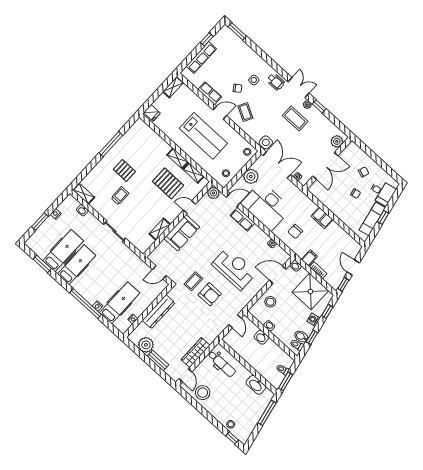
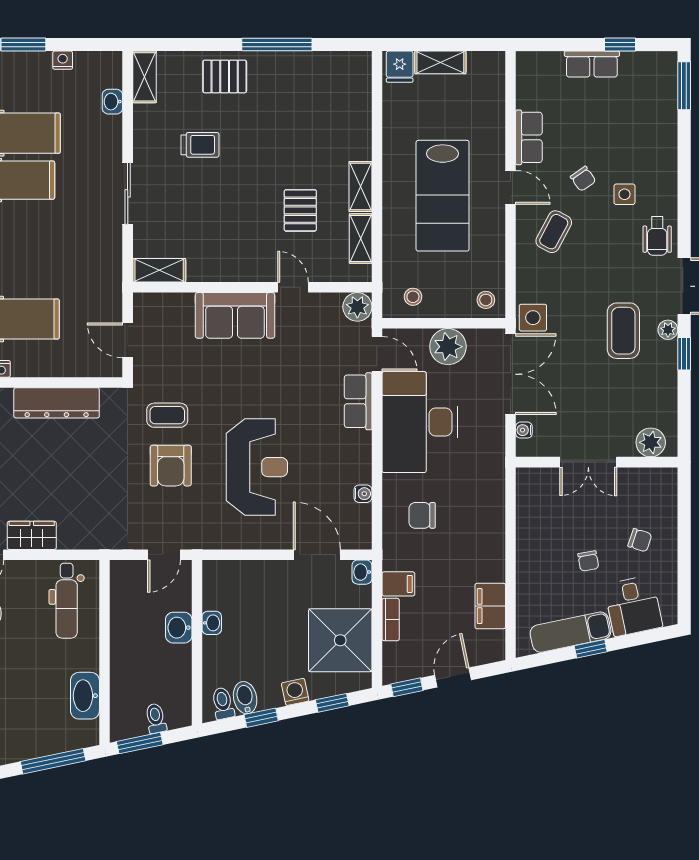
row of seats: (201, 58) -> (592, 64), width x0.68
shelving: (173, 87) -> (440, 62), moved
double door: (325, 166) -> (588, 462), width x0.73
pallet: (124, 170) -> (225, 76), moved, turned 90
pallet: (168, 183) -> (300, 210), width x0.67, depth x0.71
filing cabinet: (322, 218) -> (490, 606), moved
shelving: (160, 229) -> (159, 270), moved
stool: (270, 302) -> (256, 586), removed
wardrobe: (196, 352) -> (32, 535), width x0.67

